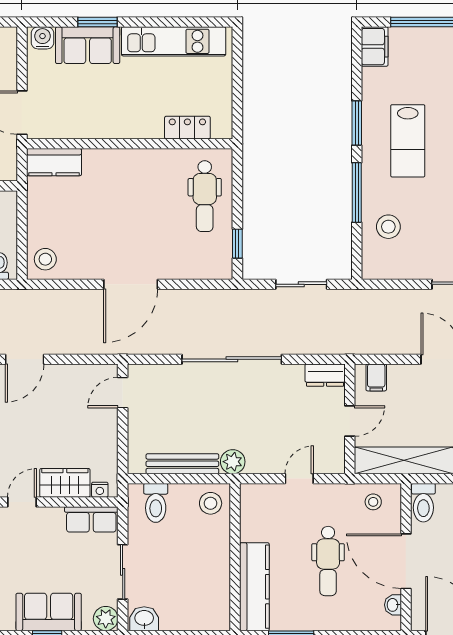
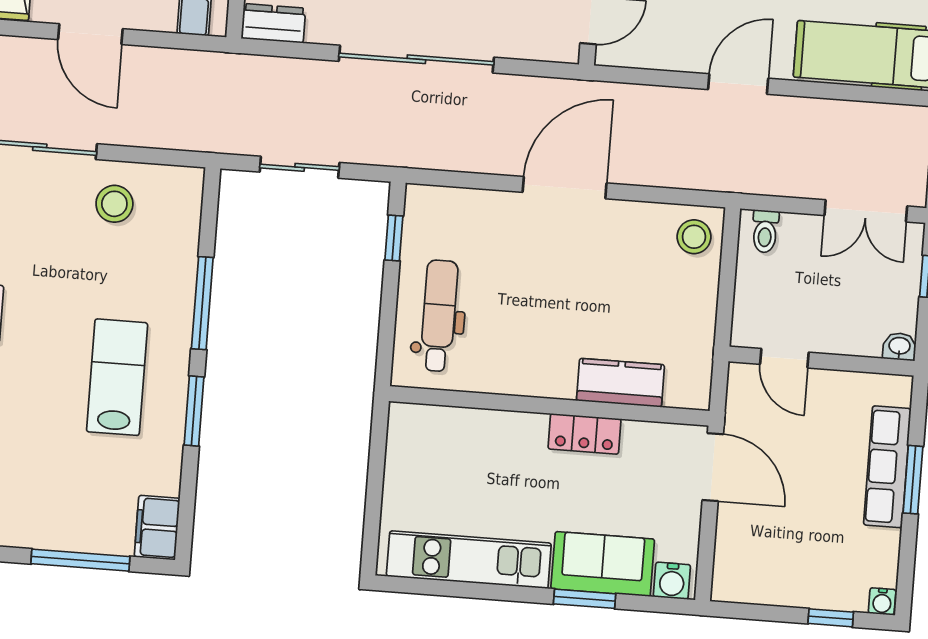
locker: (187, 128) -> (585, 434), moved
kitchen counter: (54, 162) -> (620, 383), moved
stool: (388, 227) -> (114, 204), moved

